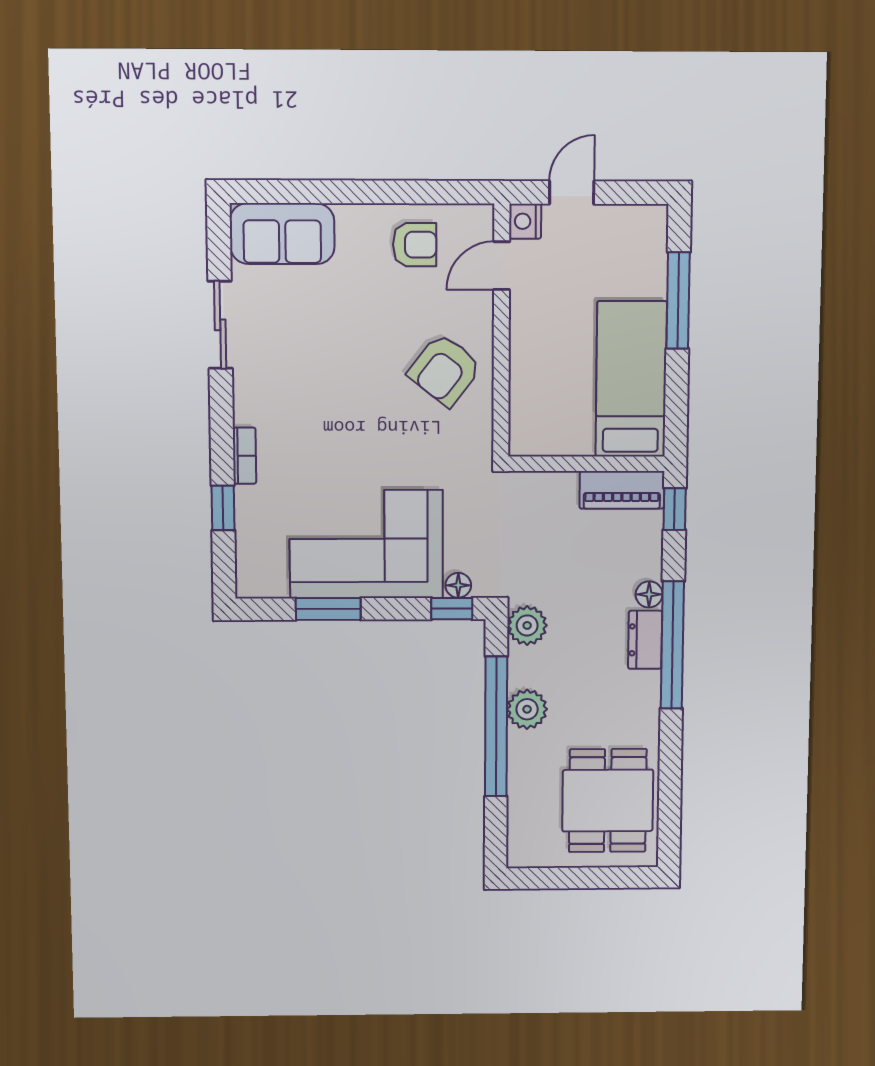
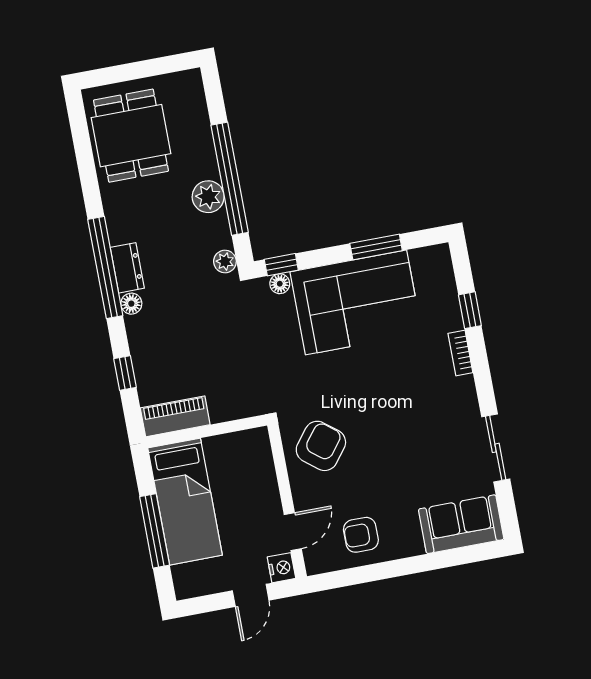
bed: (631, 379) -> (185, 502), moved
wall: (586, 464) -> (206, 431), moved
piano: (622, 490) -> (175, 416), moved
plant: (527, 625) -> (225, 261), width x0.73, depth x0.73

